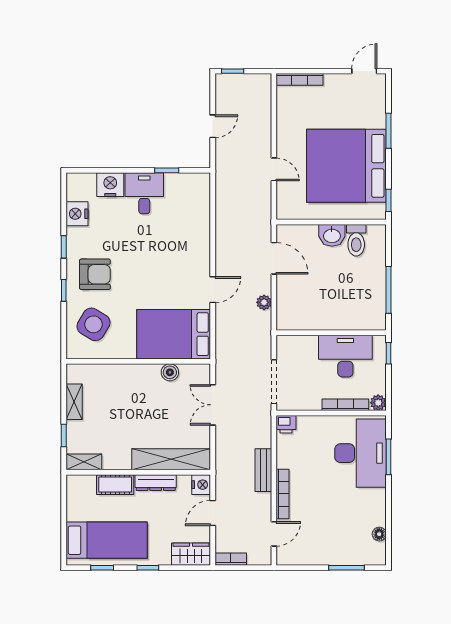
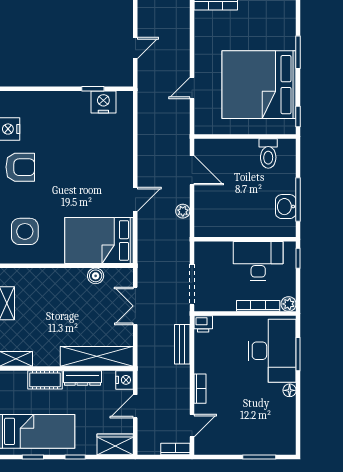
door: (274, 169) -> (192, 88), swing flipped
nightstand: (110, 185) -> (103, 102), moved
desk: (144, 193) -> (72, 110), removed
washbasin: (332, 235) -> (286, 207), moved, turned 90
armchair: (95, 274) -> (20, 167), moved
side table: (93, 324) -> (25, 231), turned -31
bench: (263, 470) -> (182, 344), moved
bookcase: (283, 494) -> (200, 389), width x0.64
floor lamp: (379, 534) -> (290, 390), moved
bookcase: (231, 559) -> (175, 449), moved

